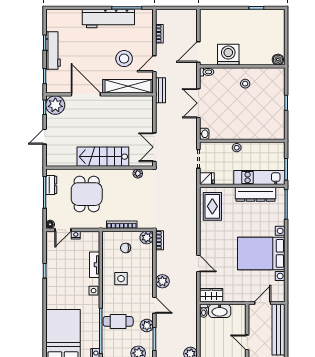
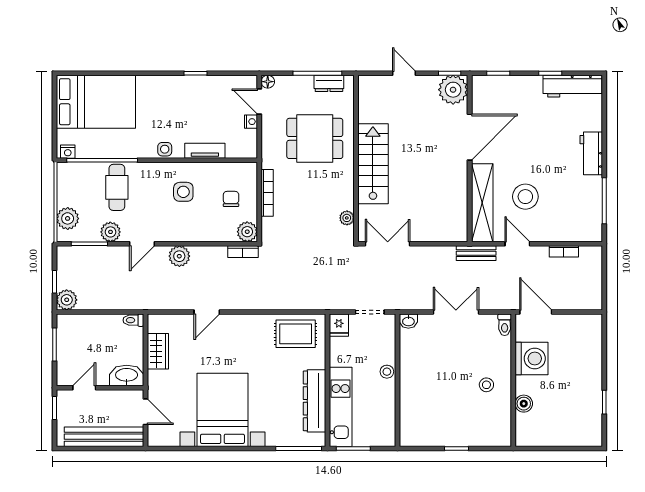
workbench: (108, 19) -> (591, 153), width x0.53, depth x0.76
workbench: (53, 51) -> (572, 86), moved
boiler: (278, 60) -> (524, 404), moved
wardrobe: (211, 295) -> (158, 351), moved
washbasin: (220, 311) -> (127, 375), moved, turned 90

